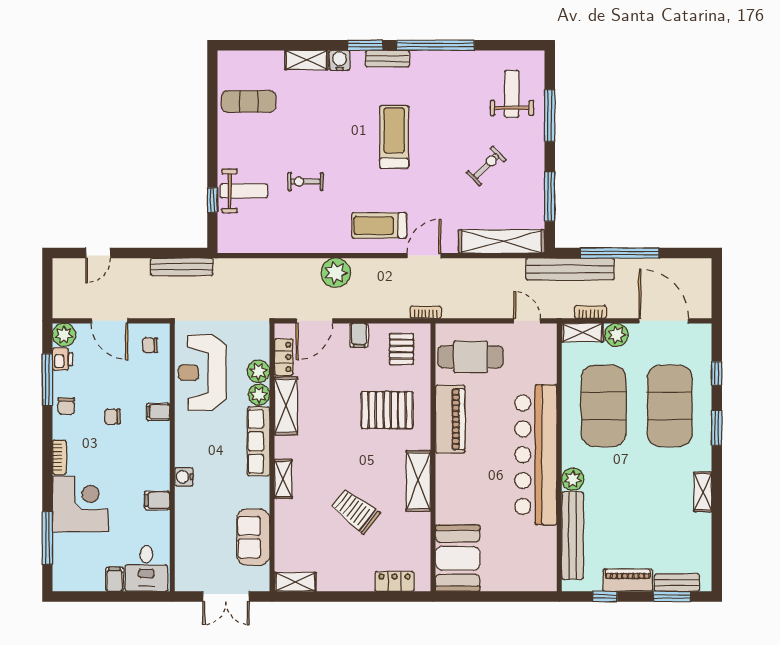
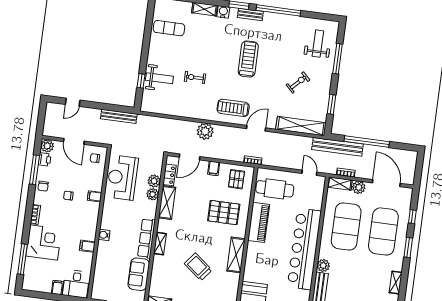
window: (550, 196) -> (331, 104), width x0.69
row of seats: (258, 441) -> (146, 238), moved

